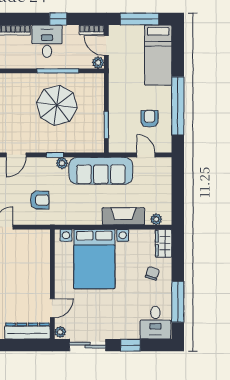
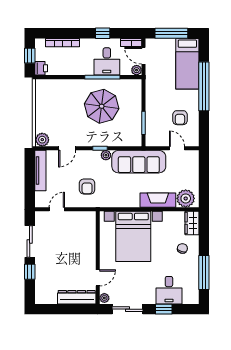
desk: (47, 41) -> (107, 61), moved, turned 180
window: (178, 106) -> (204, 86), moved
armchair: (150, 119) -> (180, 118), turned 180
armchair: (40, 200) -> (87, 186), turned 90
plant: (156, 219) -> (186, 198), width x1.88, depth x1.88
desk: (155, 323) -> (169, 290), moved

